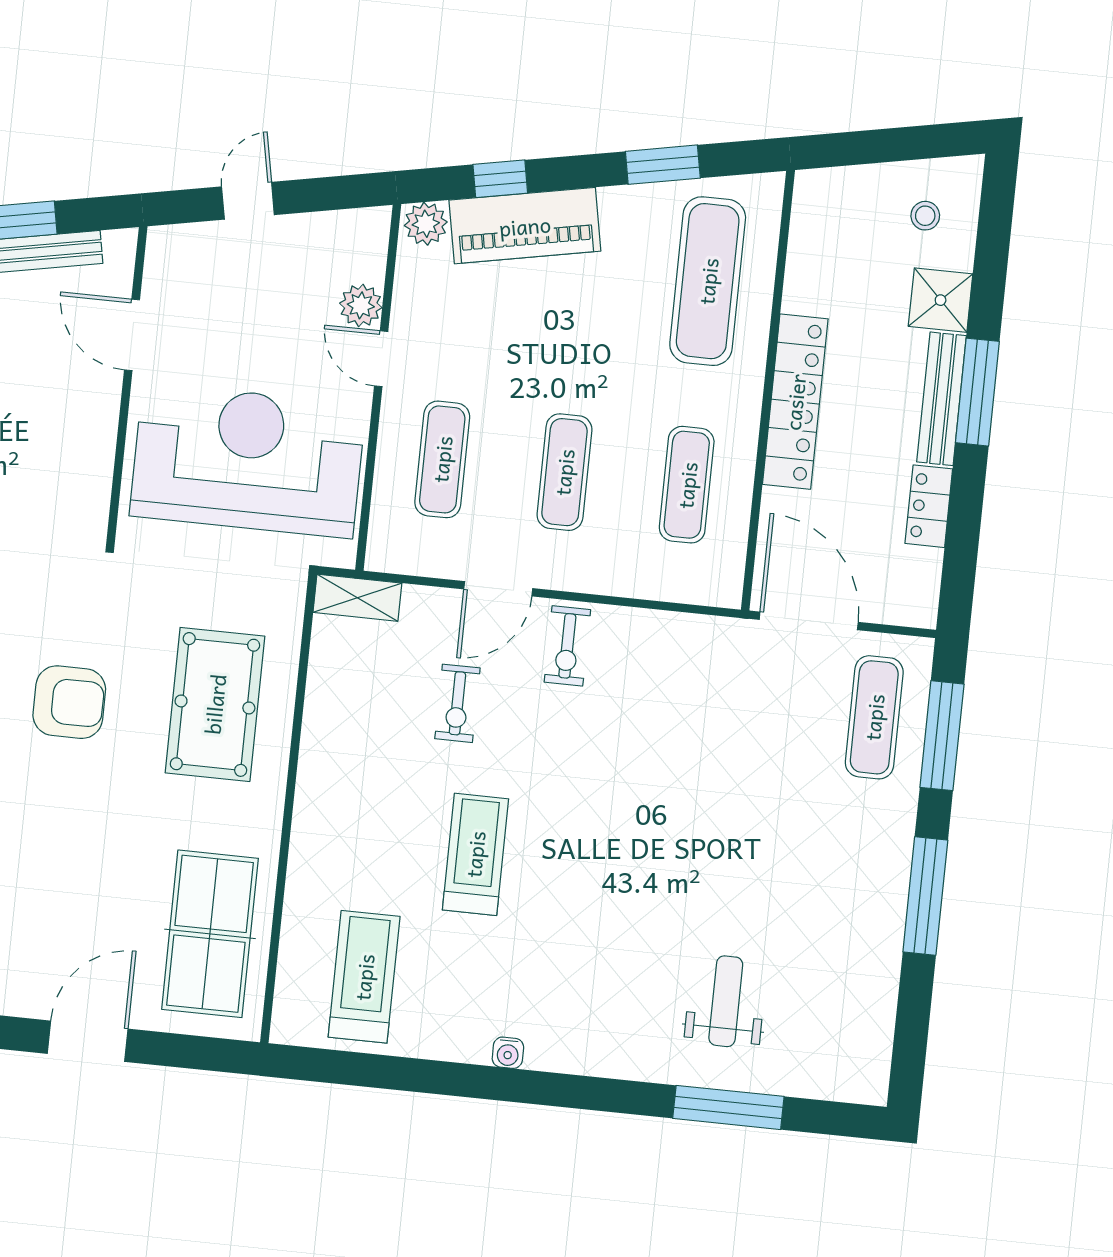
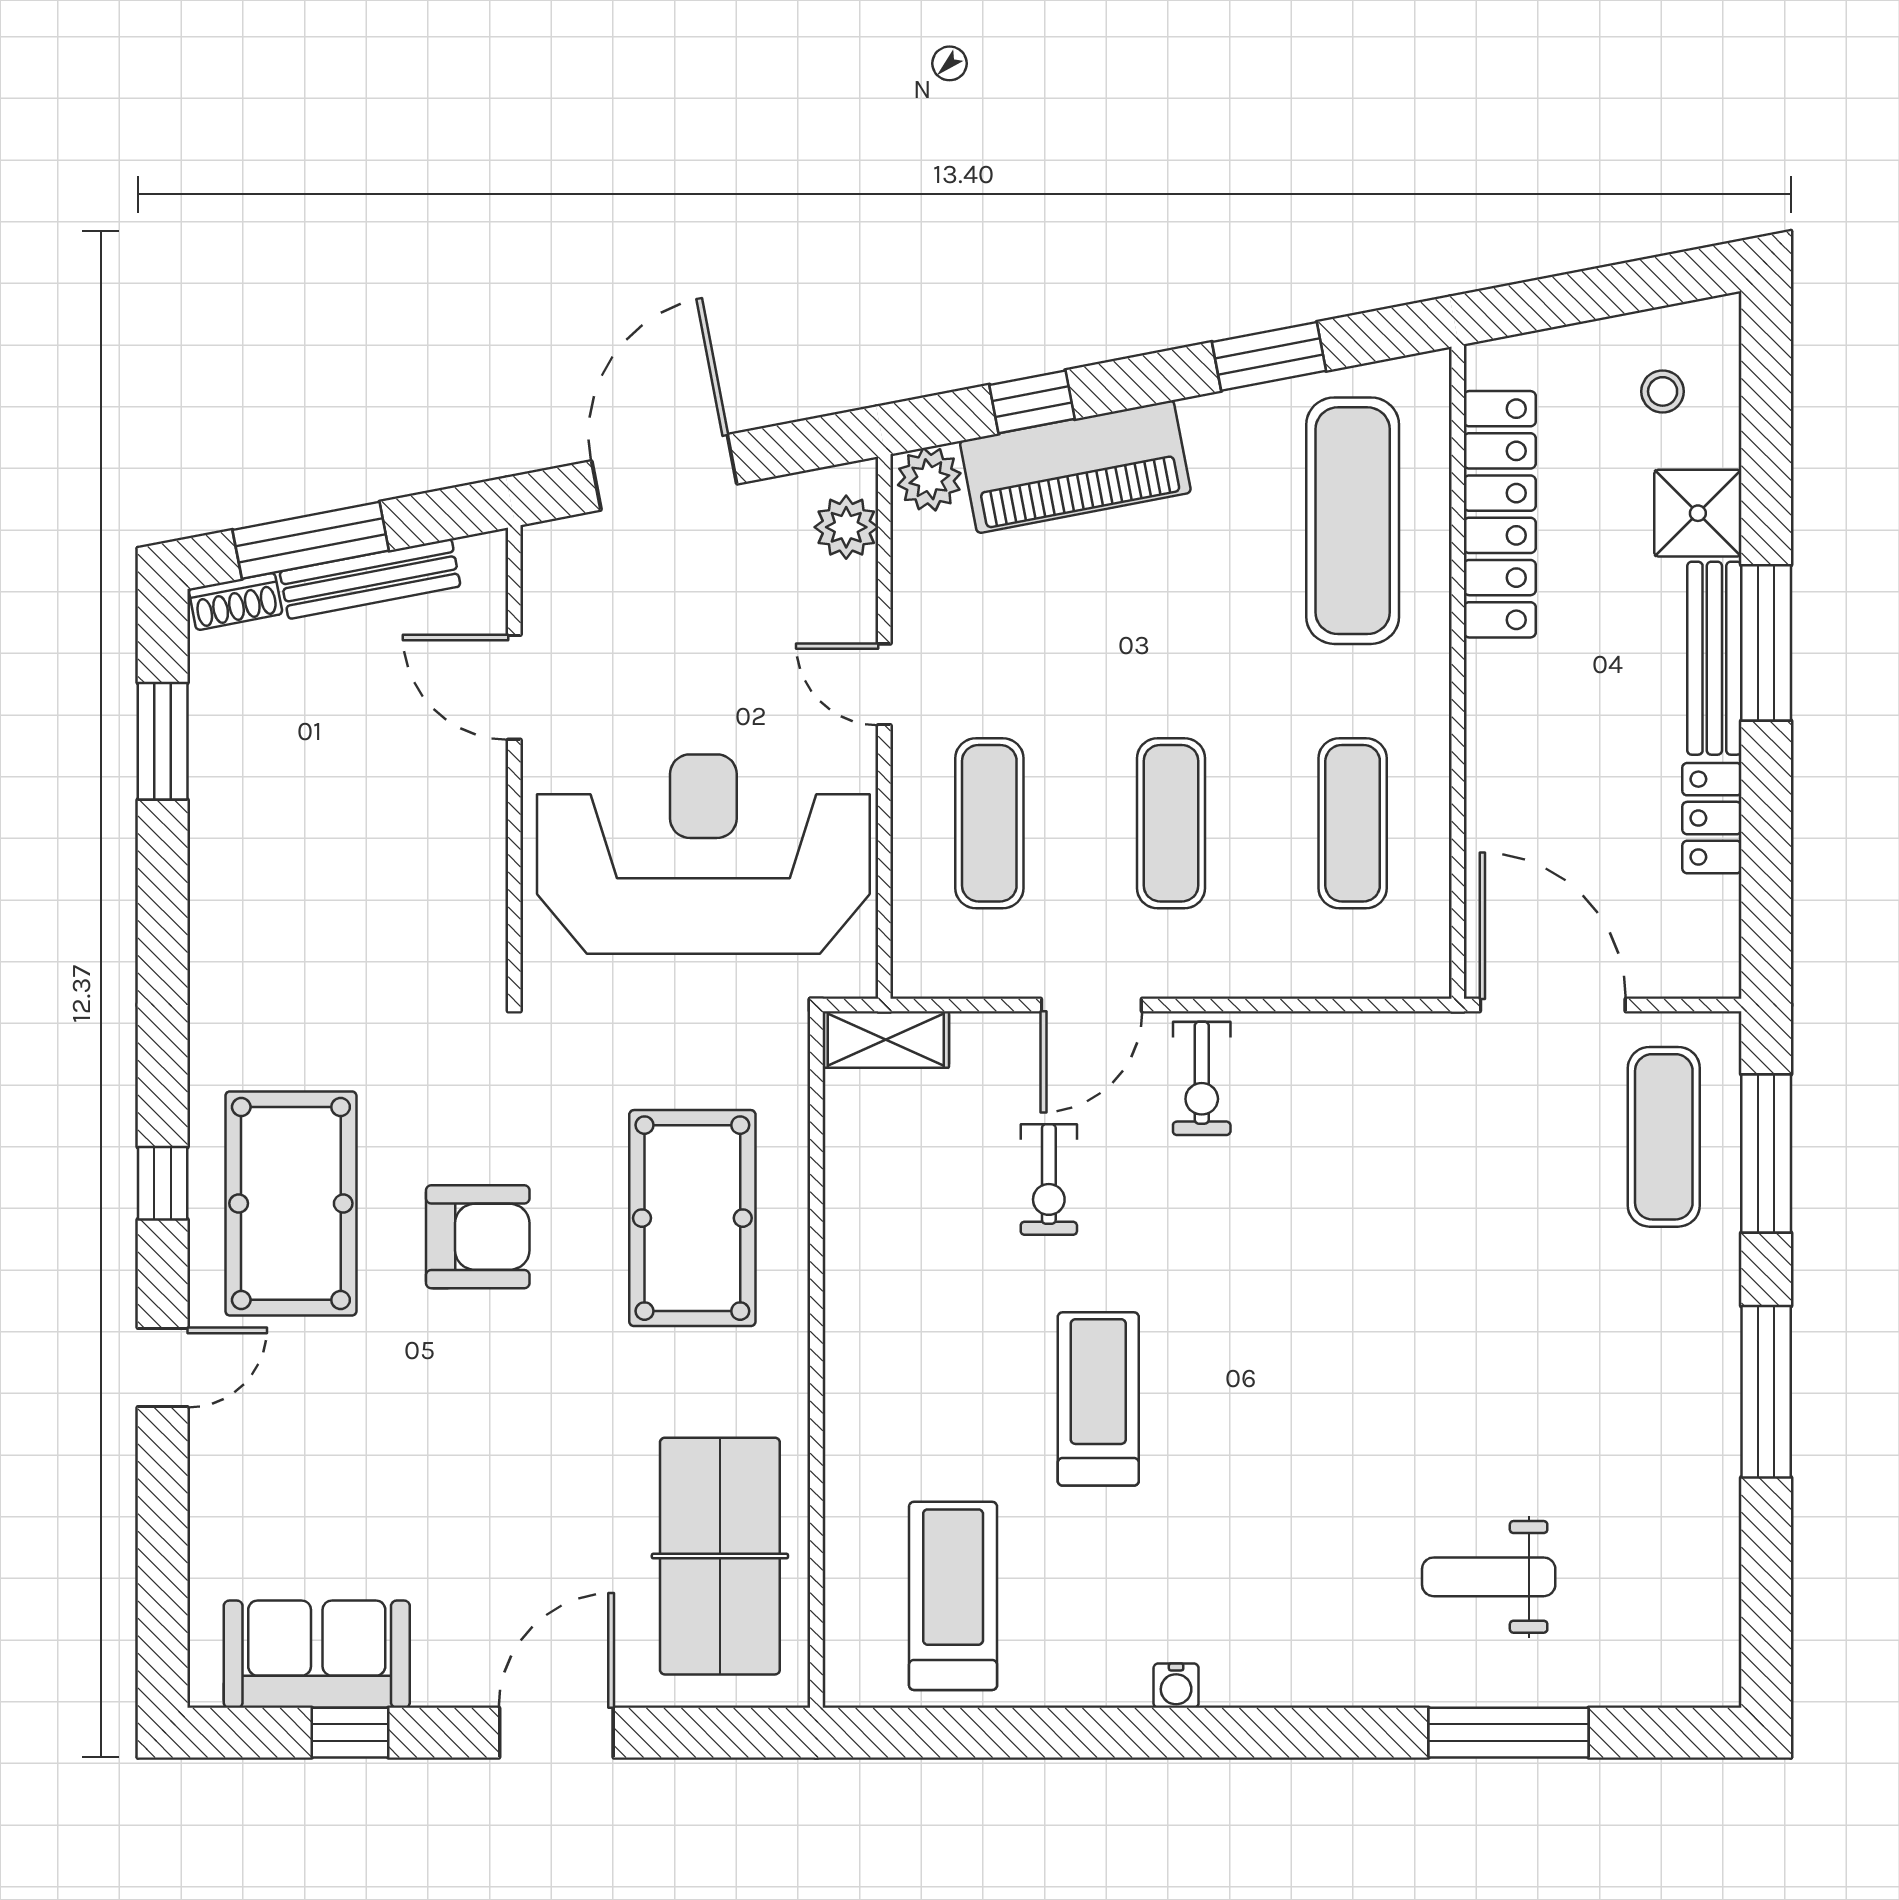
door: (248, 201) -> (664, 472), width x1.87
plant: (361, 305) -> (846, 527), moved
locker: (795, 402) -> (1500, 514), moved
weight bench: (726, 1001) -> (1489, 1577), turned -90

